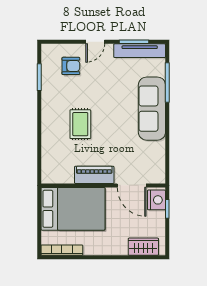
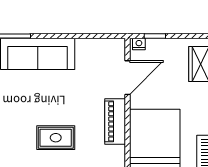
nightstand: (156, 200) -> (139, 44), width x0.53, depth x0.56

